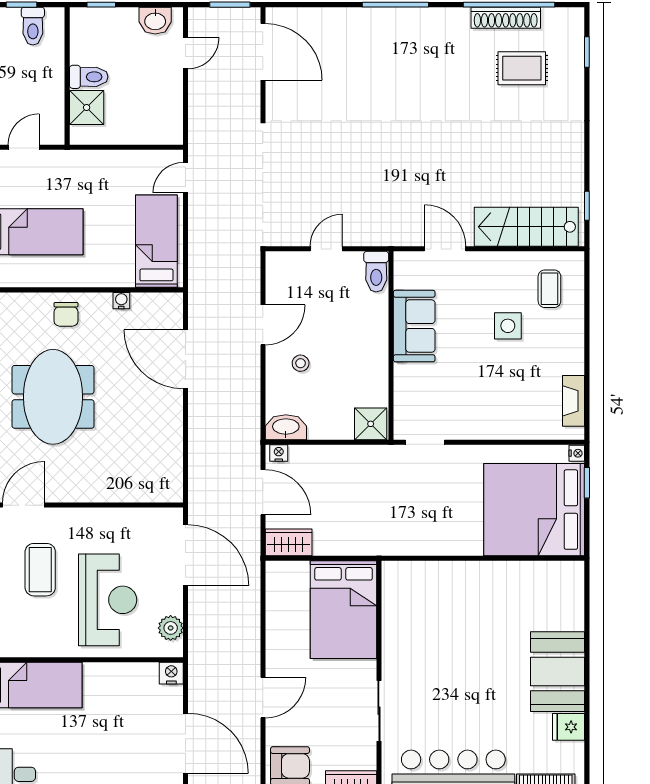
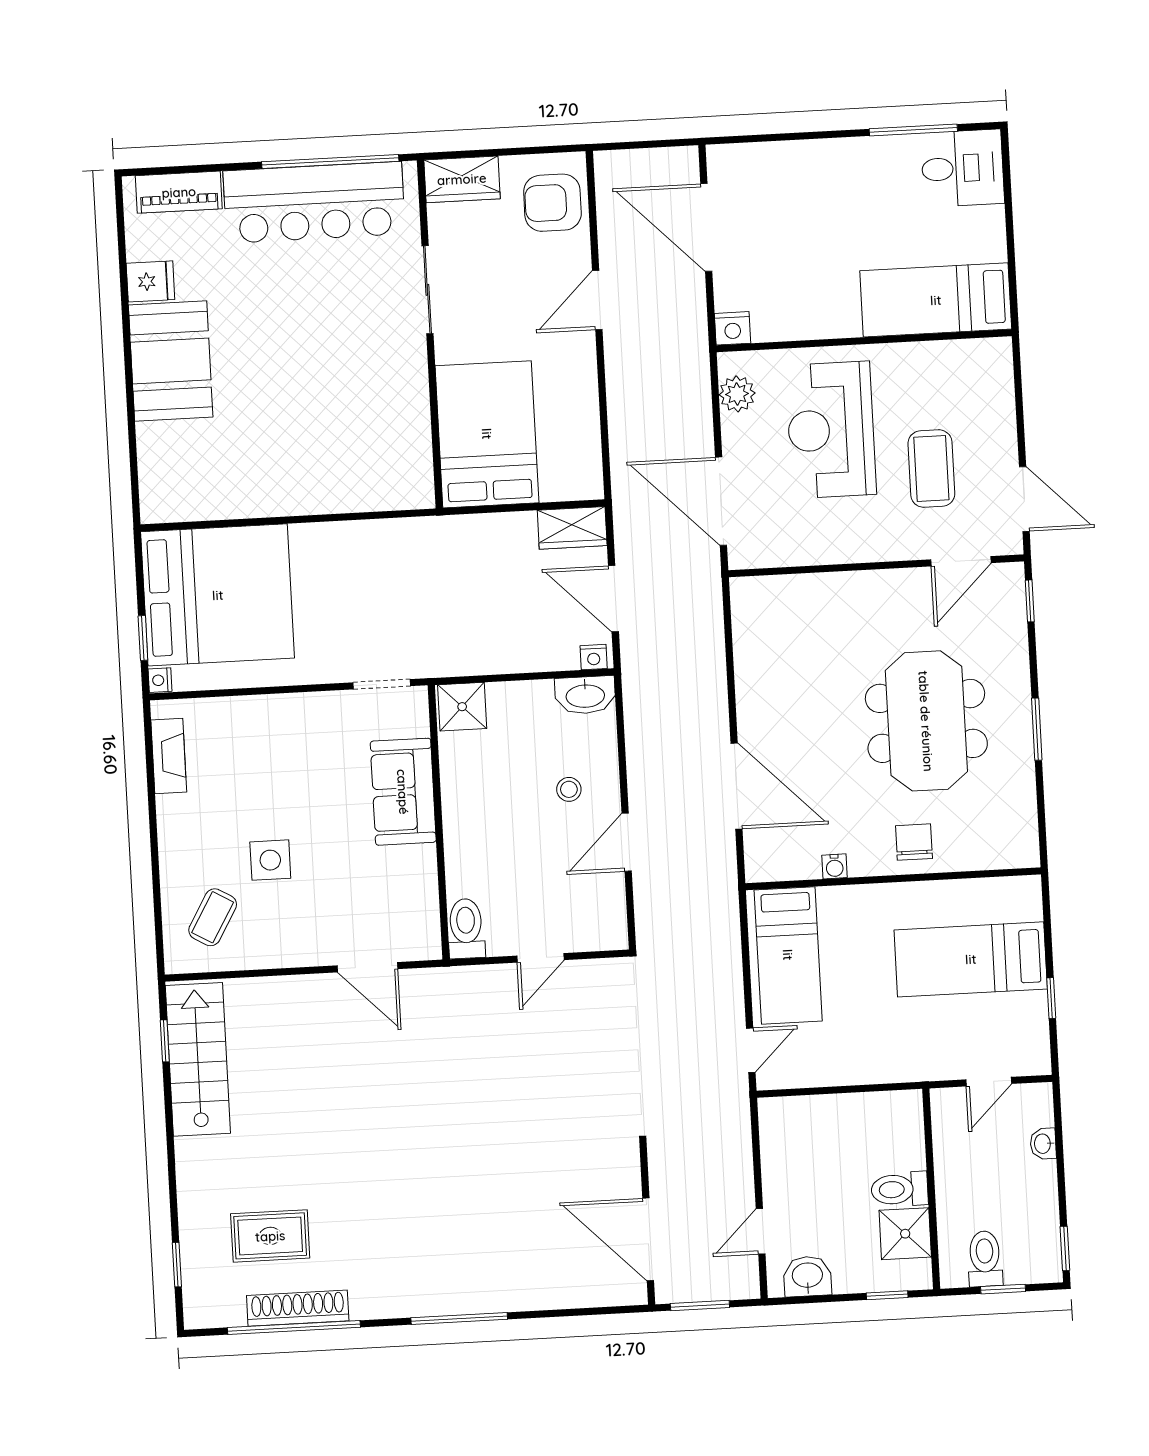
shower: (87, 108) -> (905, 1234), moved
stairs: (526, 227) -> (198, 1059), moved, turned -90
coffee table: (549, 289) -> (213, 917), turned 30
sofa: (414, 326) -> (403, 792), moved

